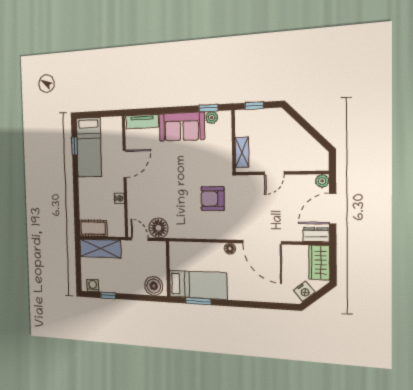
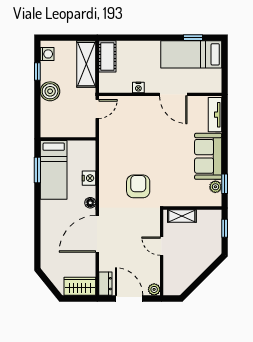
floor lamp: (159, 228) -> (109, 130), removed
boiler: (154, 286) -> (50, 91), moved
nightstand: (304, 291) -> (89, 178), moved, turned -141

